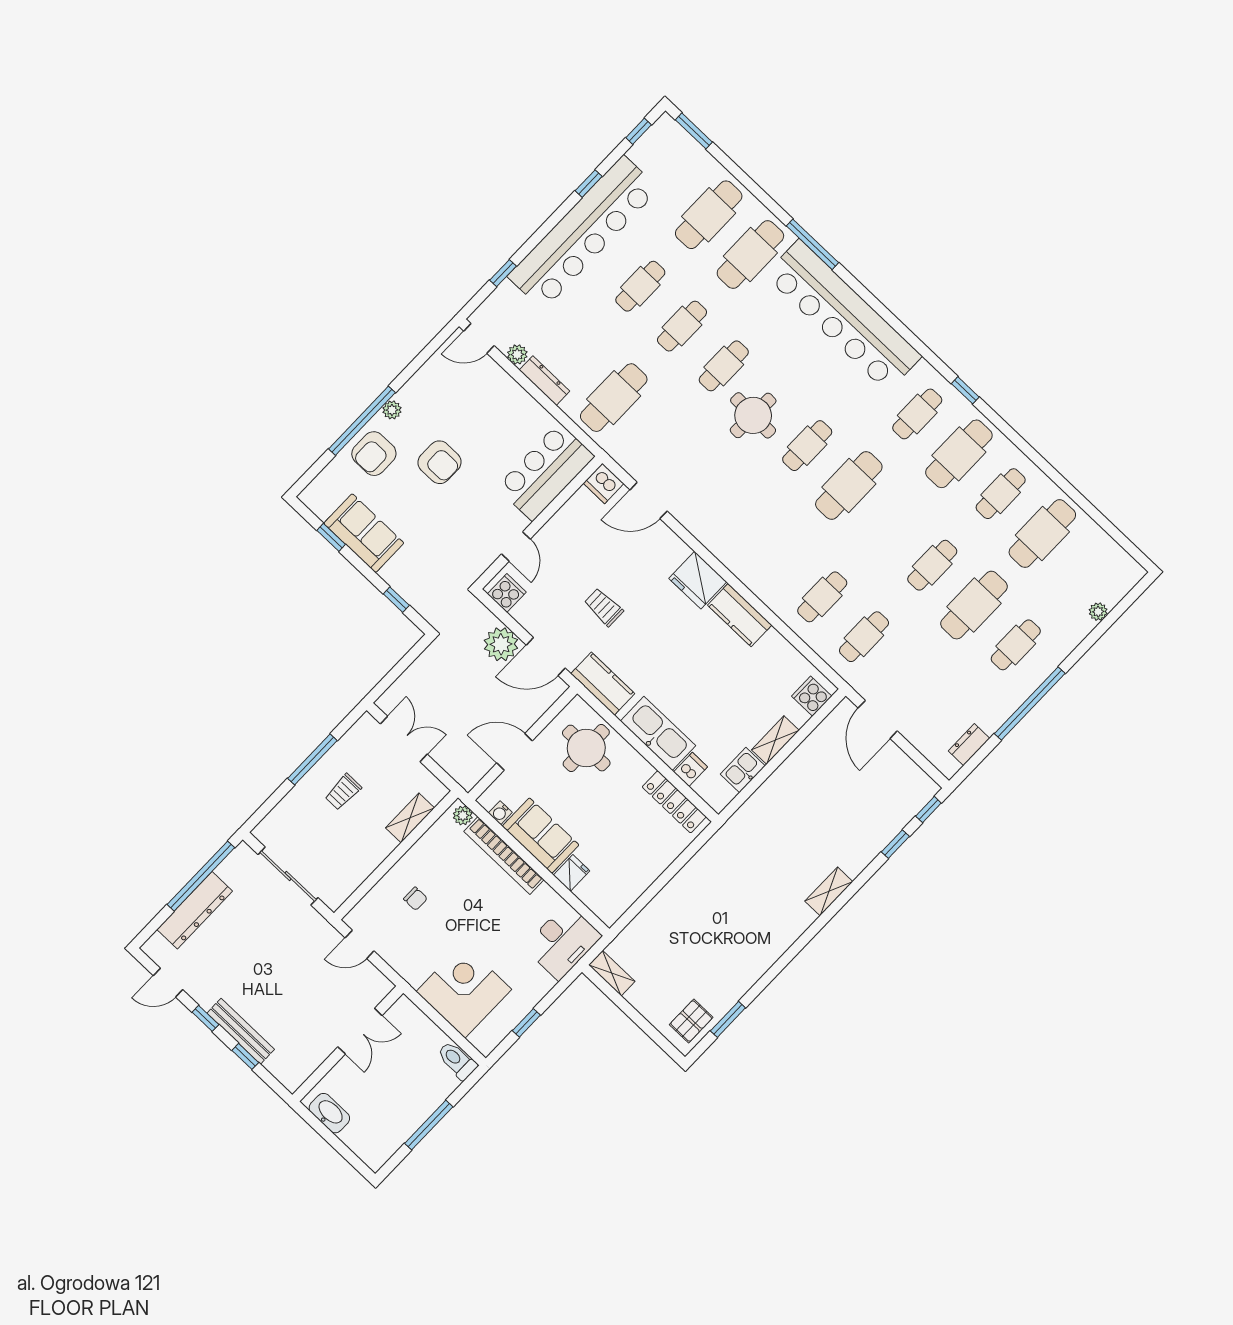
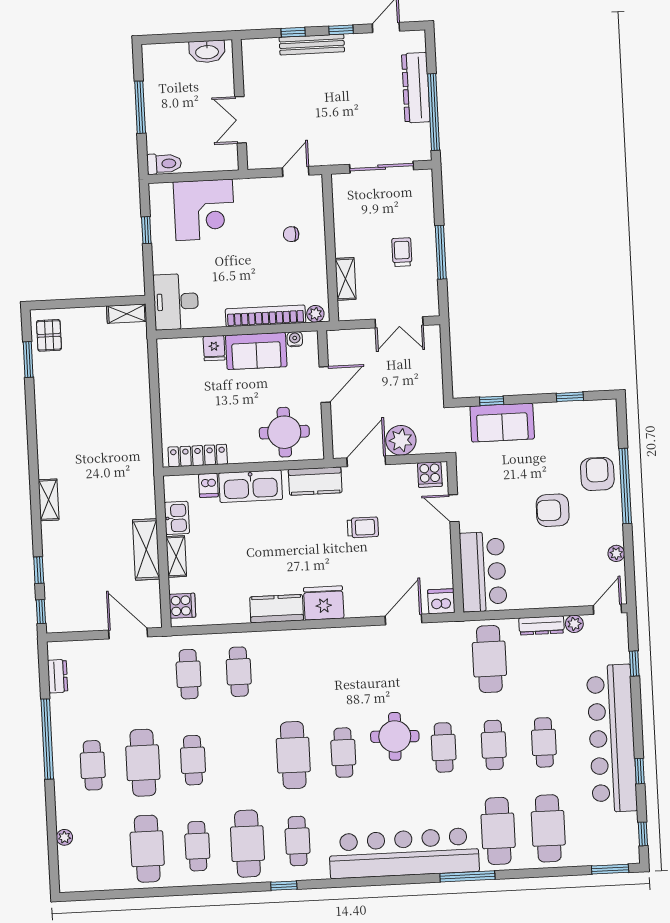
plant: (392, 410) -> (616, 553), moved
sofa: (364, 533) -> (502, 423), moved
shelving: (793, 771) -> (146, 549), added

